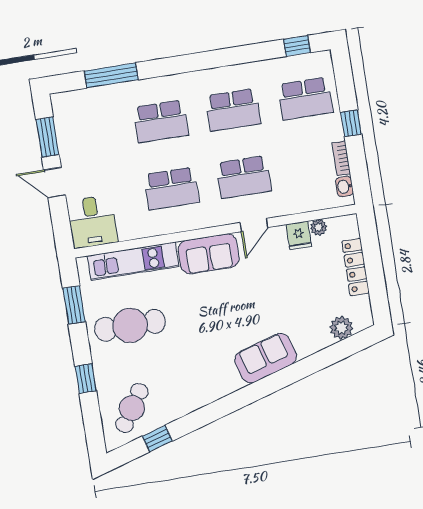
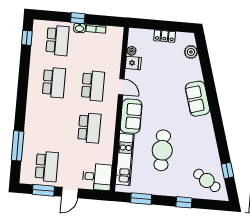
school desk: (161, 121) -> (47, 167), moved
washbasin: (344, 187) -> (80, 28), moved
locker: (355, 267) -> (165, 36), width x0.66
cafe table: (130, 325) -> (162, 150), moved

